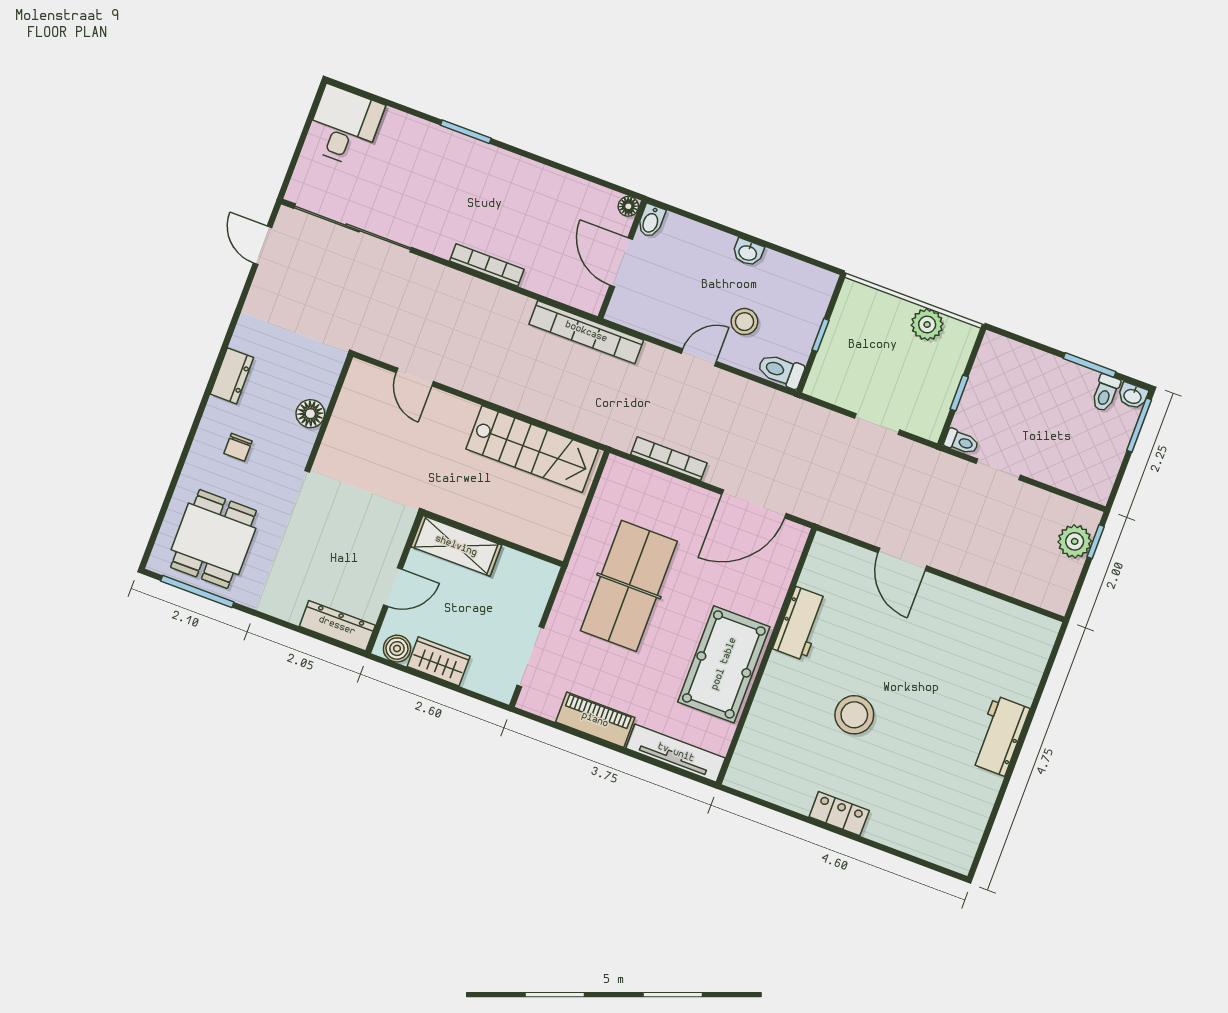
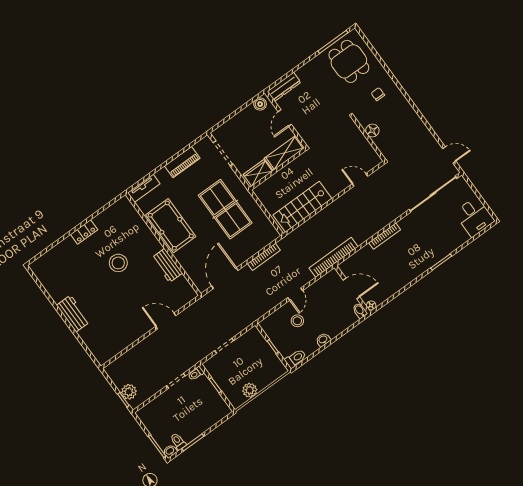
toilet: (781, 371) -> (296, 358), moved
dresser: (232, 376) -> (407, 110), removed
wardrobe: (439, 661) -> (258, 173), moved, turned 180
tv unit: (676, 753) -> (144, 188), width x0.71

